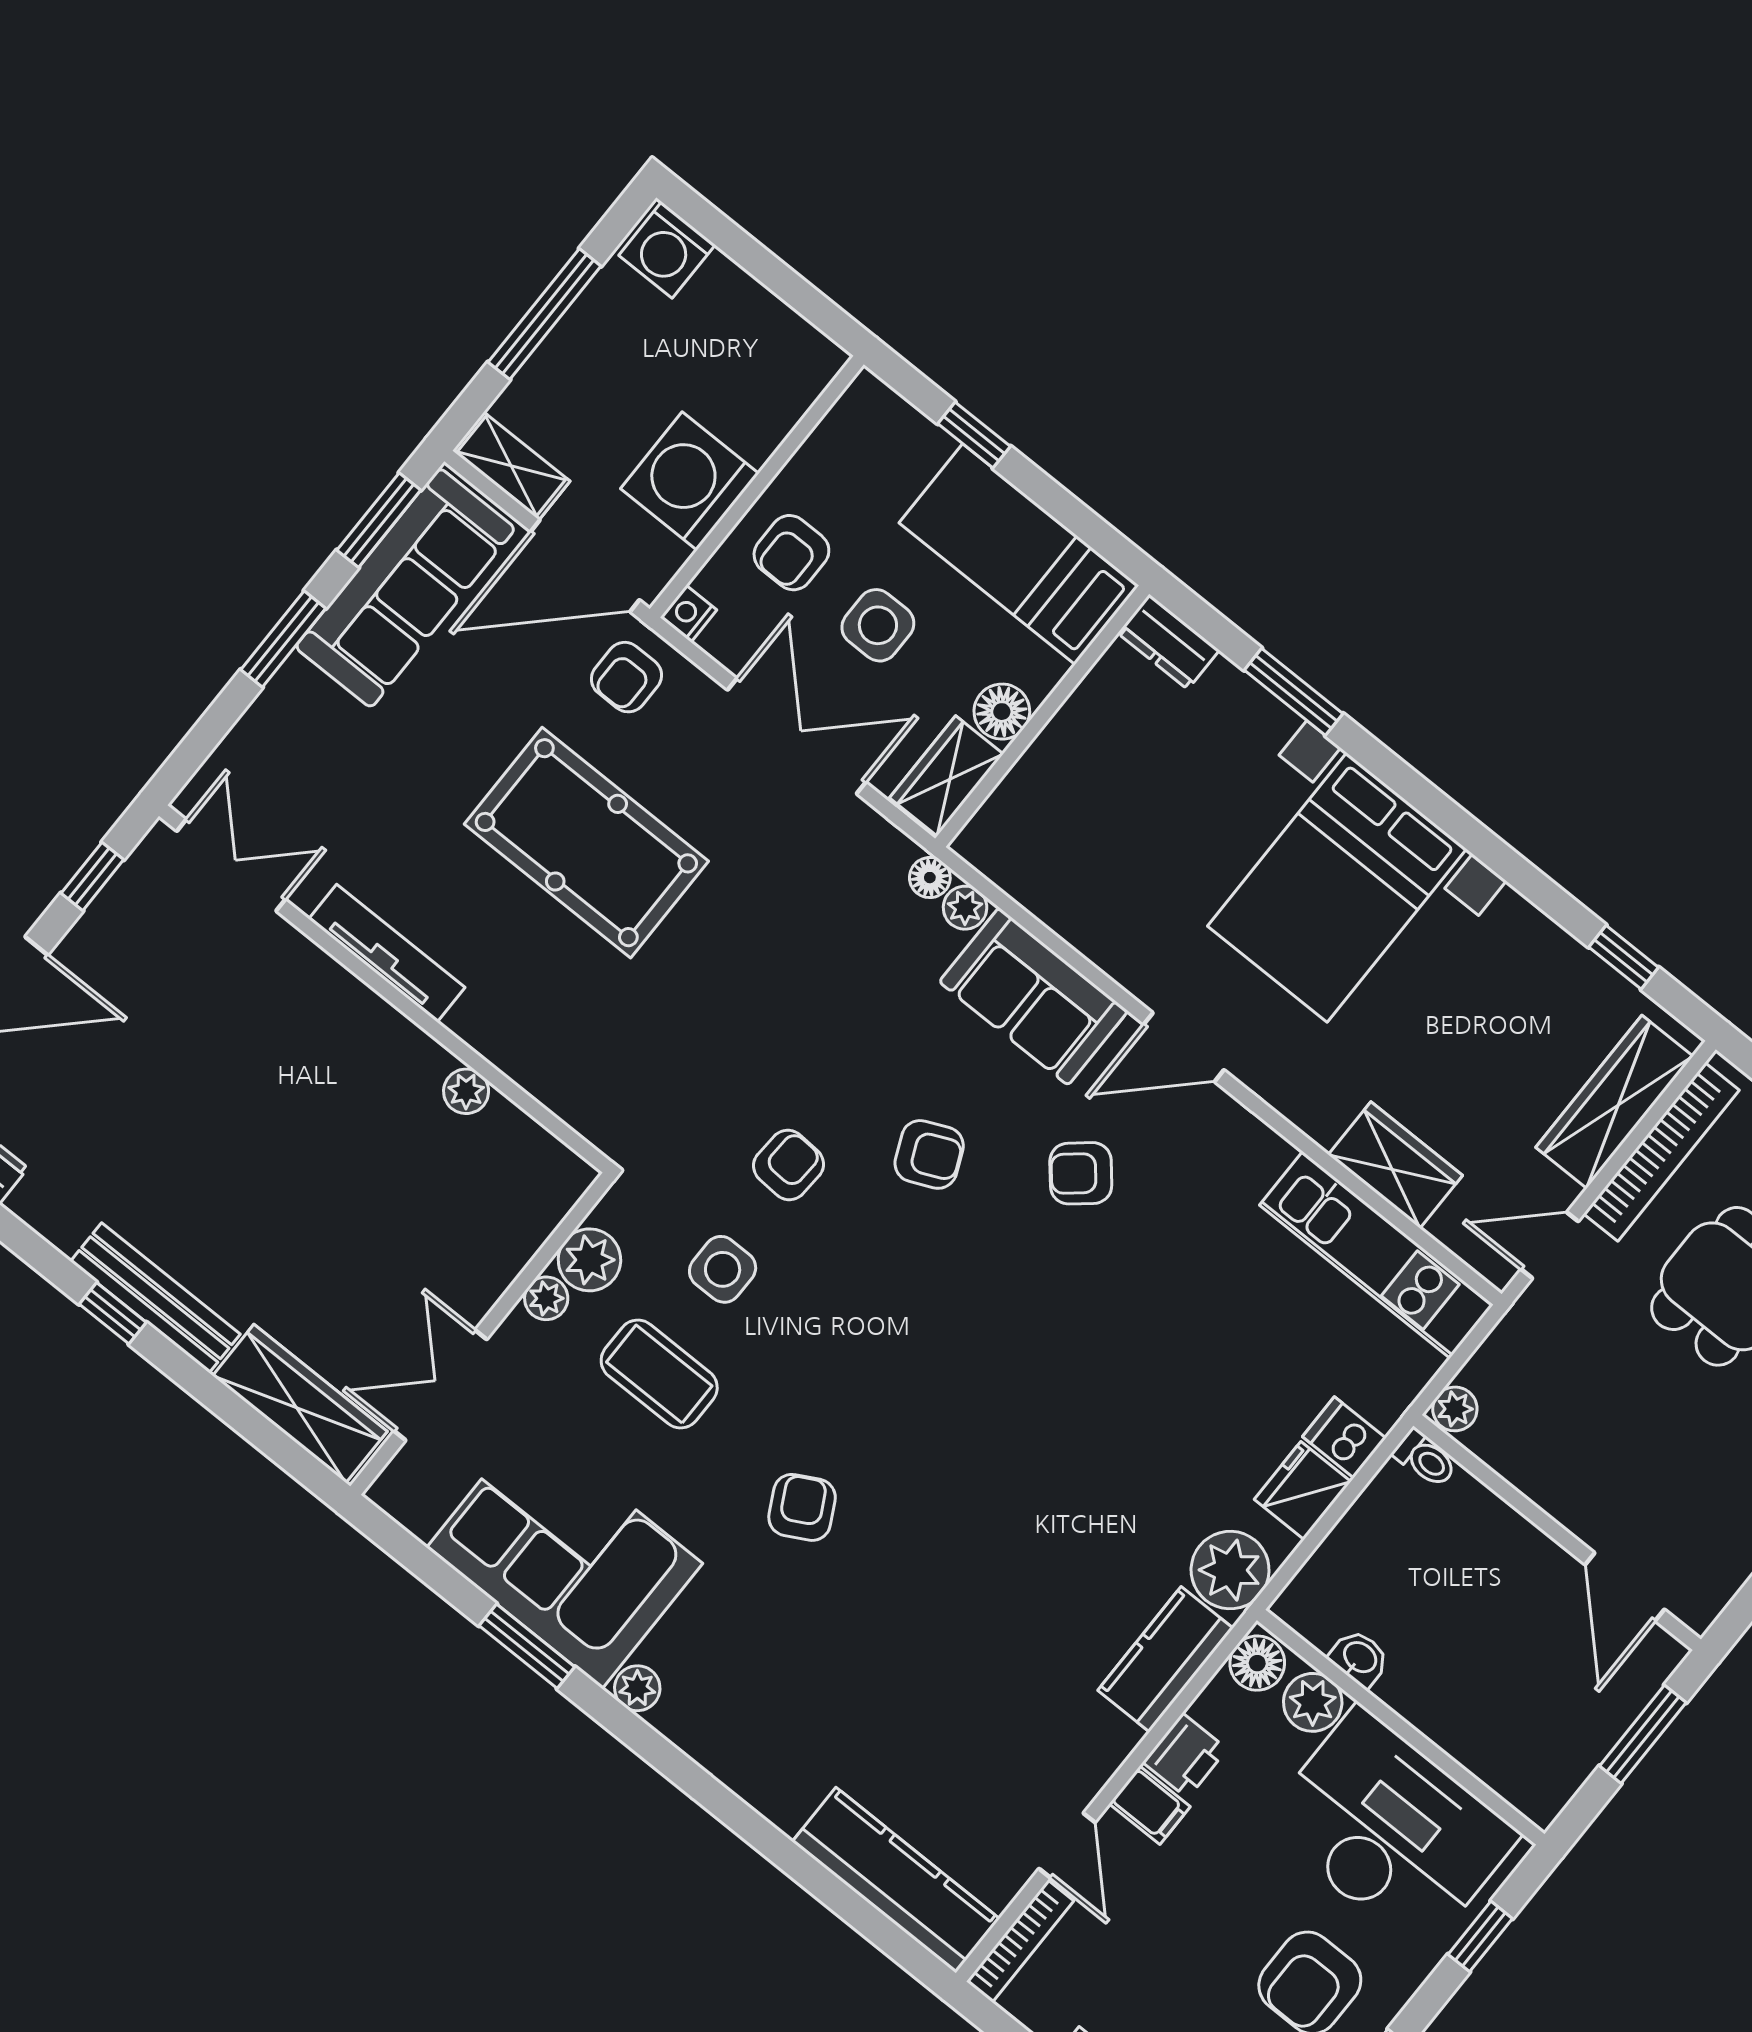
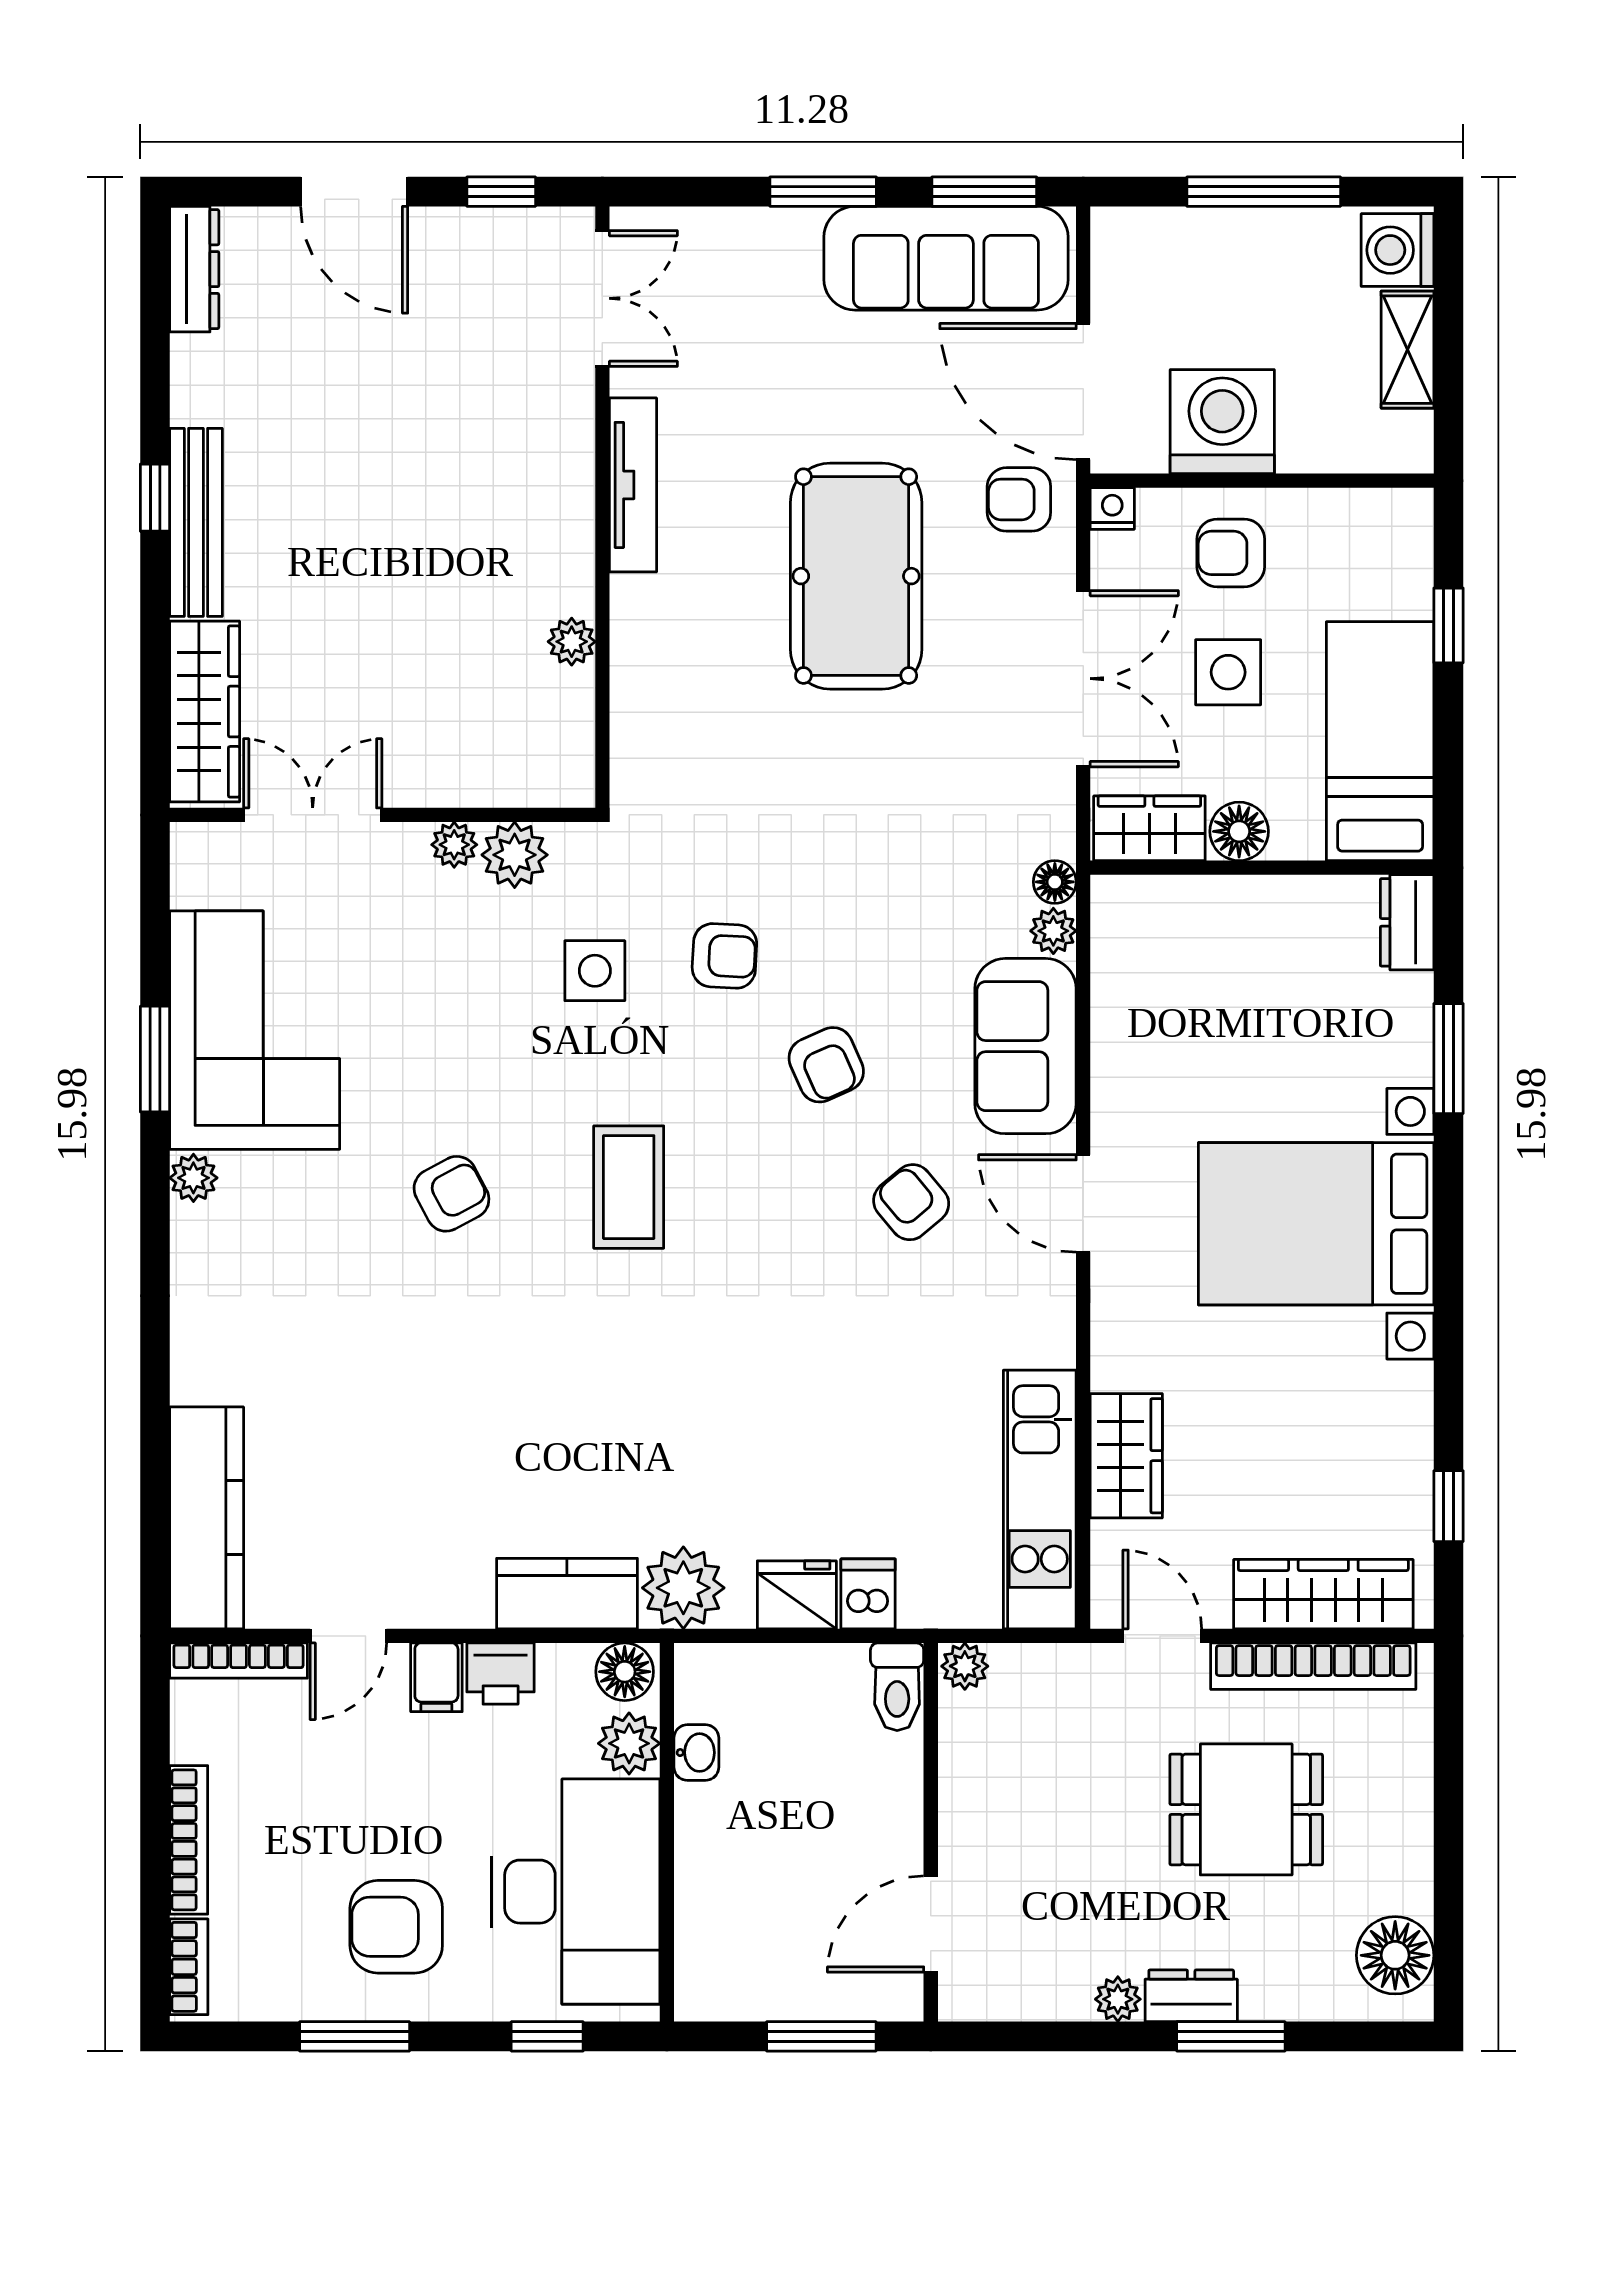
shelving: (511, 466) -> (1408, 350), moved
coffee table: (659, 1374) -> (629, 1187), moved
toilet: (1425, 1458) -> (897, 1687), width x1.37, depth x1.39

